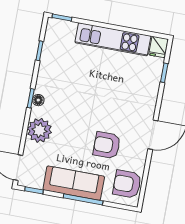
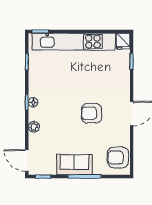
kitchen unit: (113, 39) -> (74, 42), width x1.36
plant: (39, 130) -> (34, 127), width x0.53, depth x0.53
armchair: (107, 145) -> (92, 113), moved
sofa: (74, 183) -> (74, 165), width x0.73

